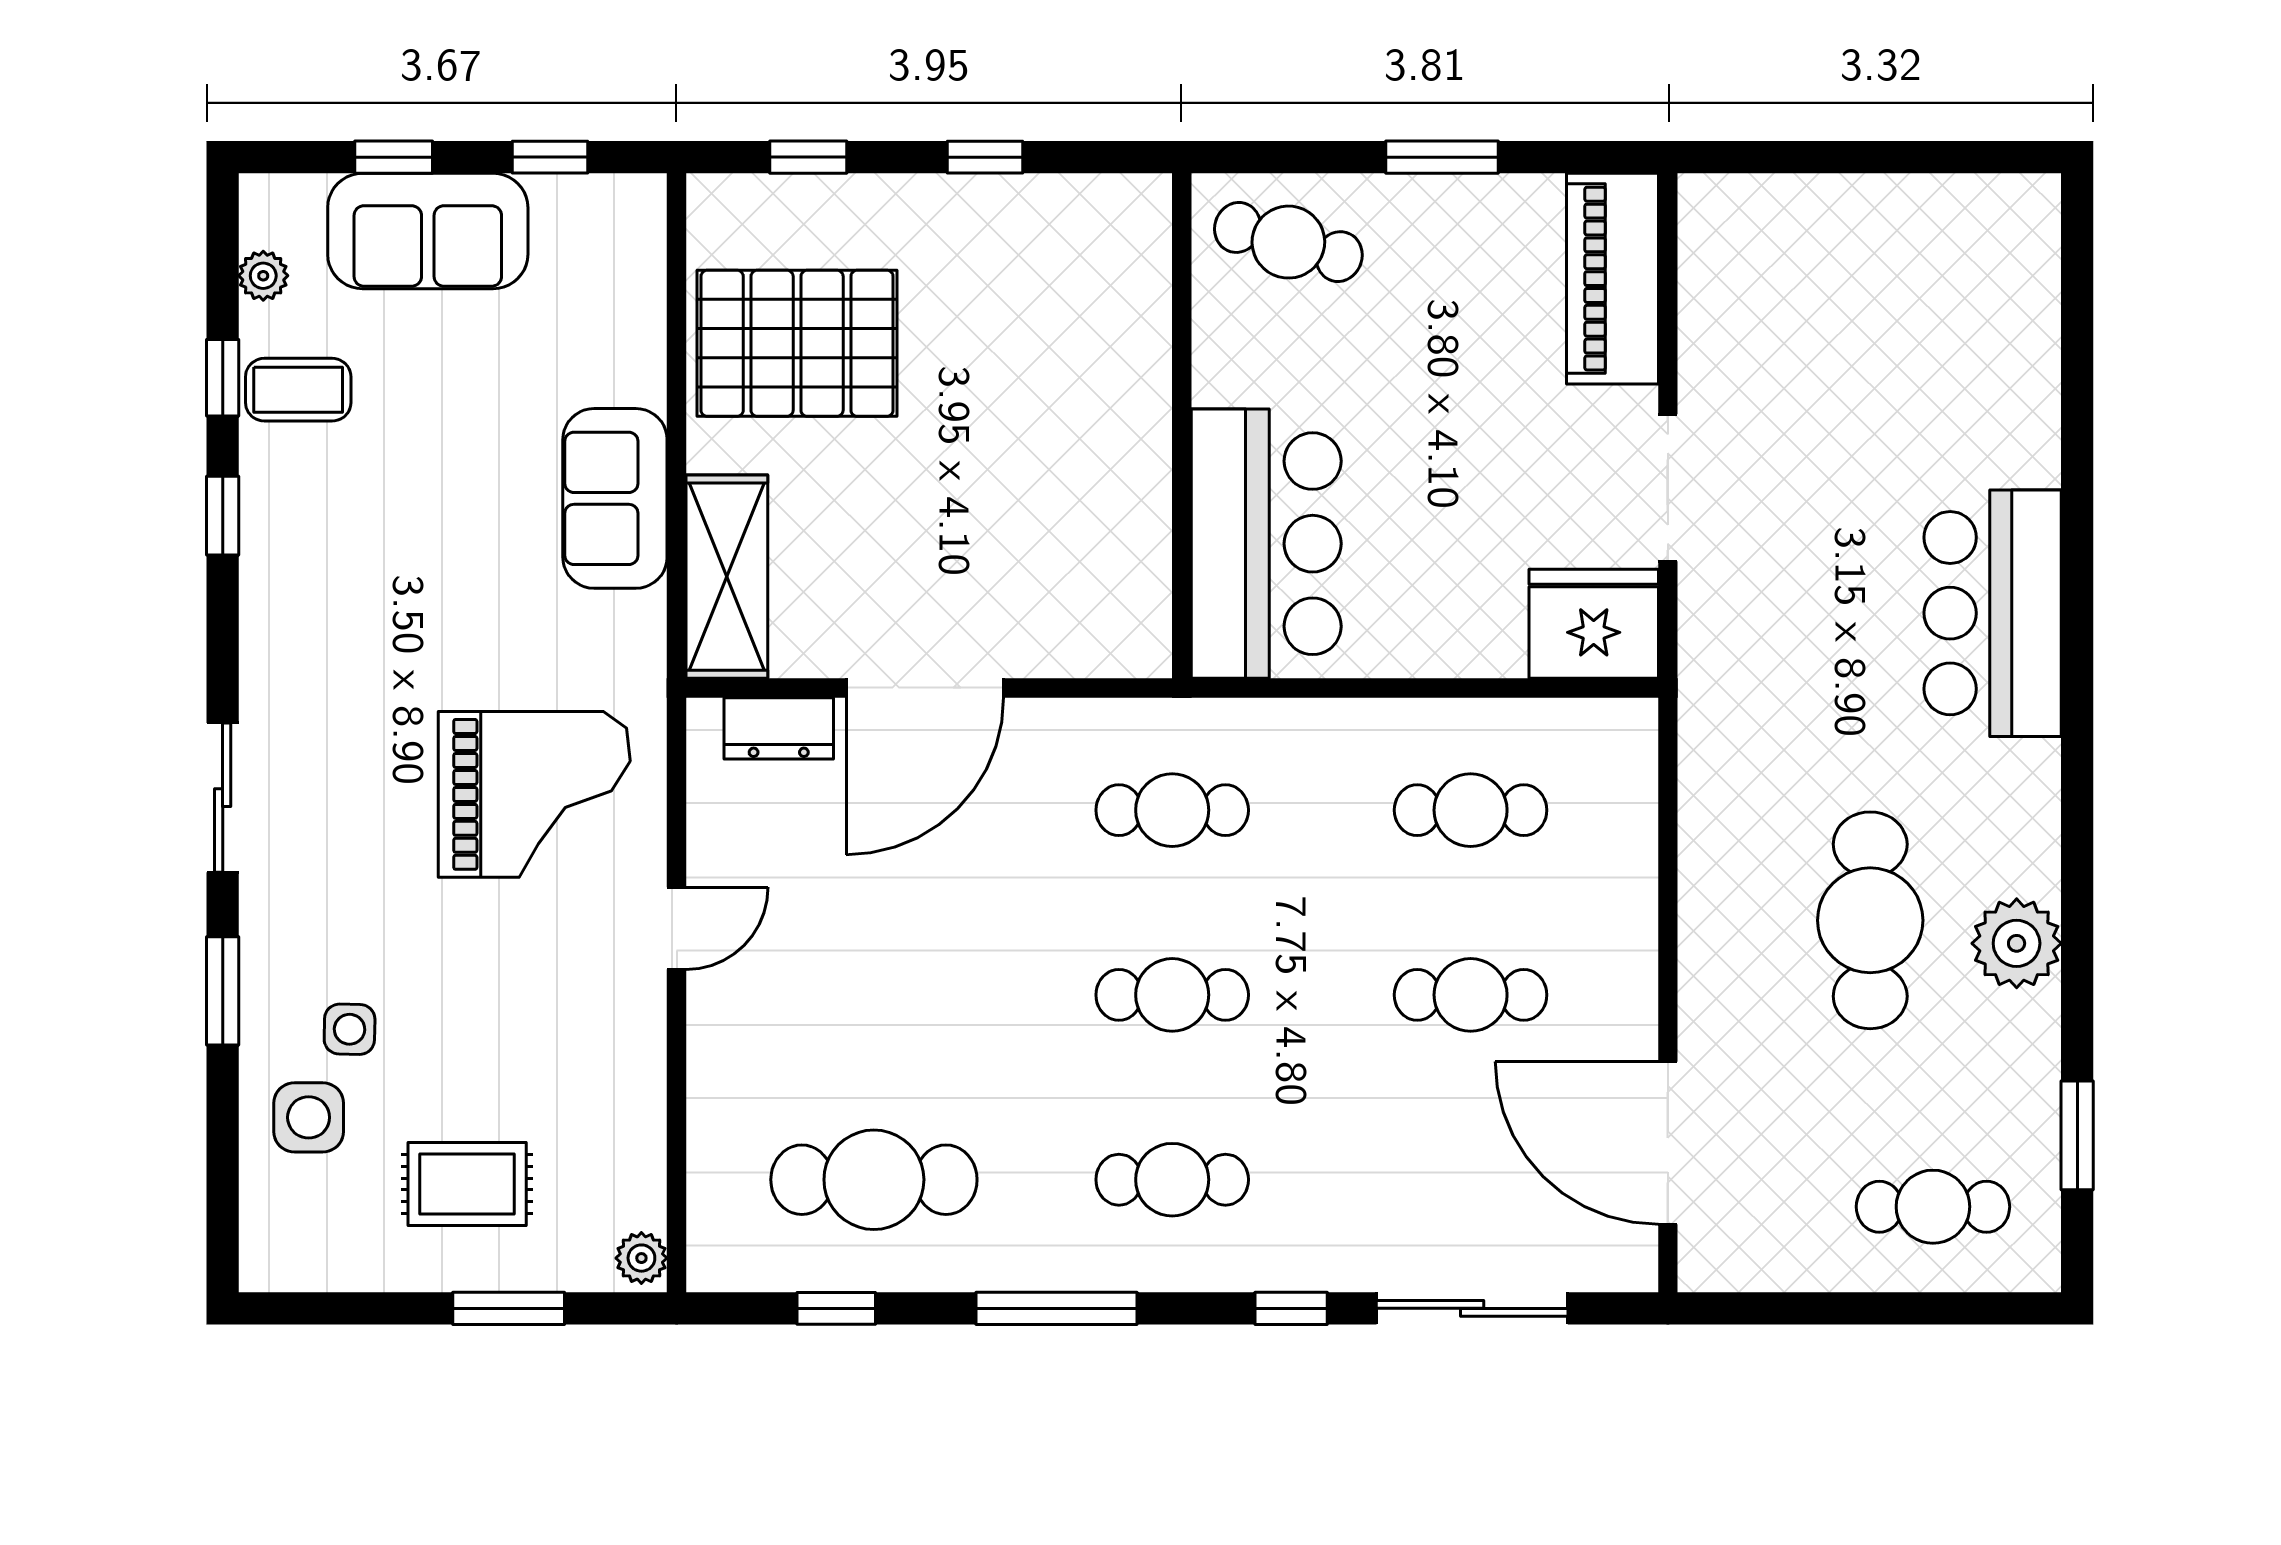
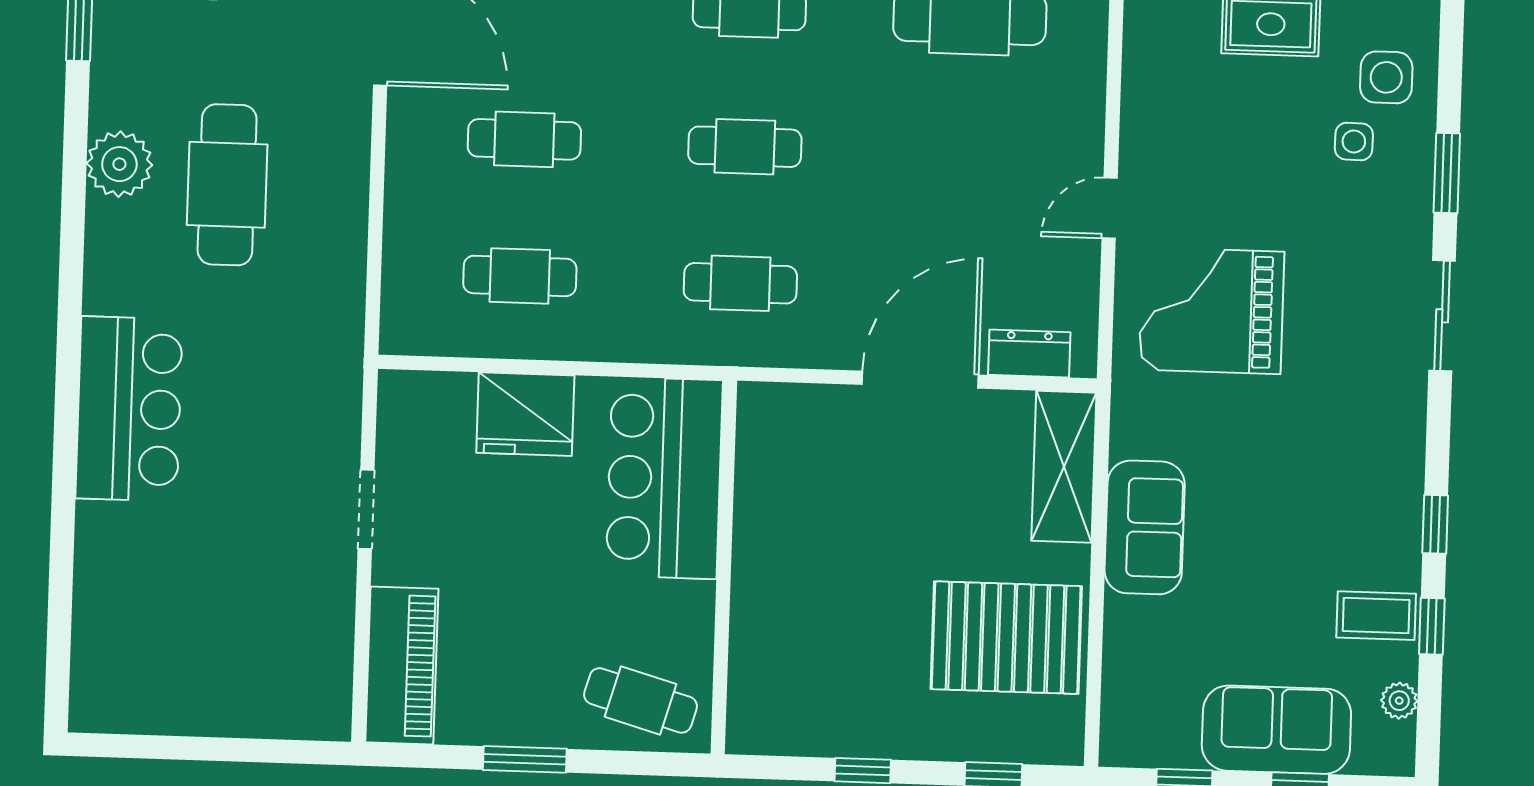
doorway: (1668, 488) -> (366, 509), width x0.73
fridge: (1594, 624) -> (525, 414), moved

